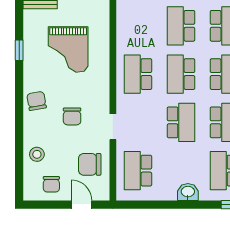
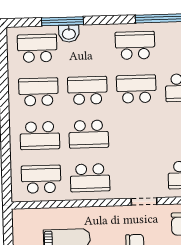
school desk: (181, 122) -> (41, 179), moved

